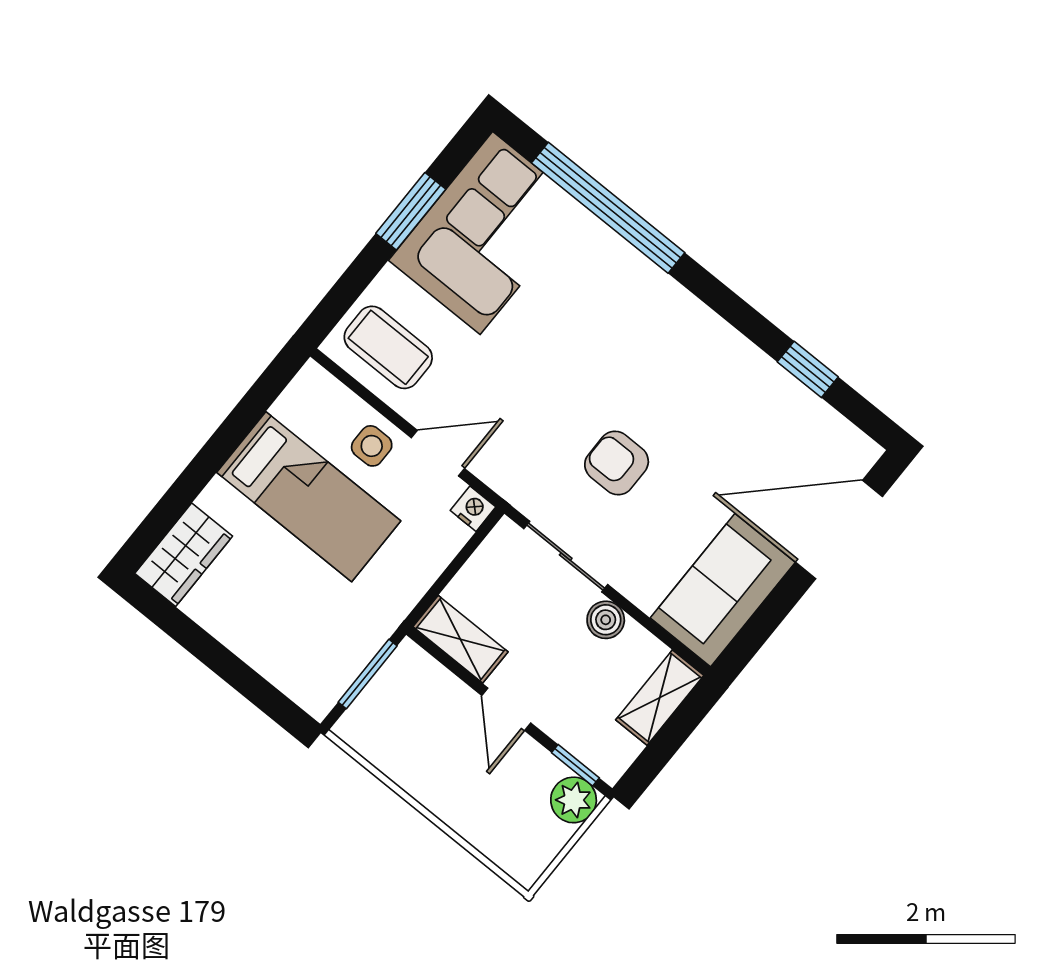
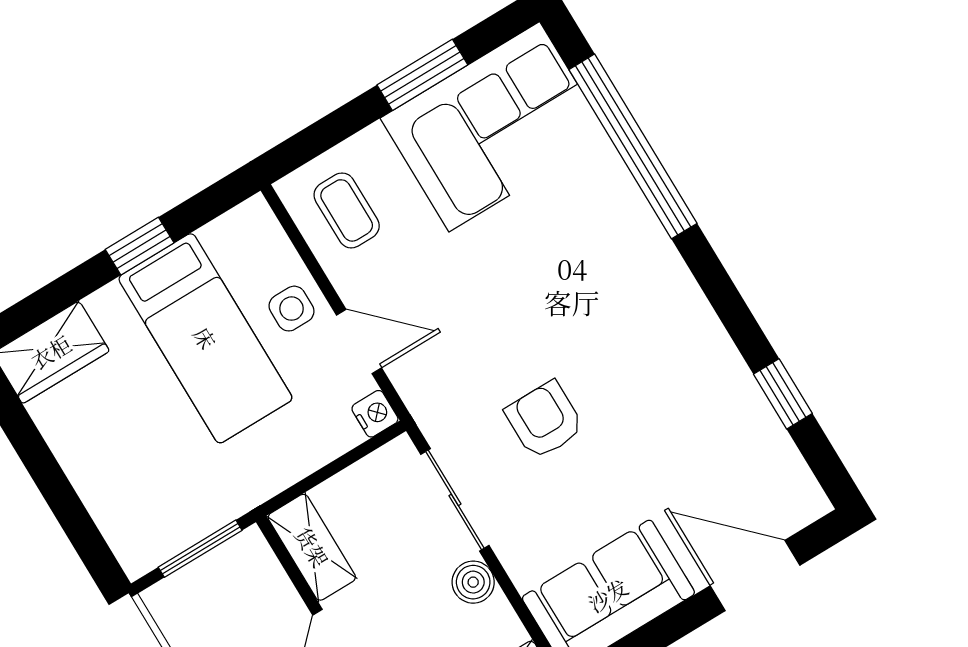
coffee table: (388, 347) -> (347, 210), width x0.73, depth x0.77
window: (226, 439) -> (140, 246), added
door: (839, 530) -> (755, 575), width x0.73

